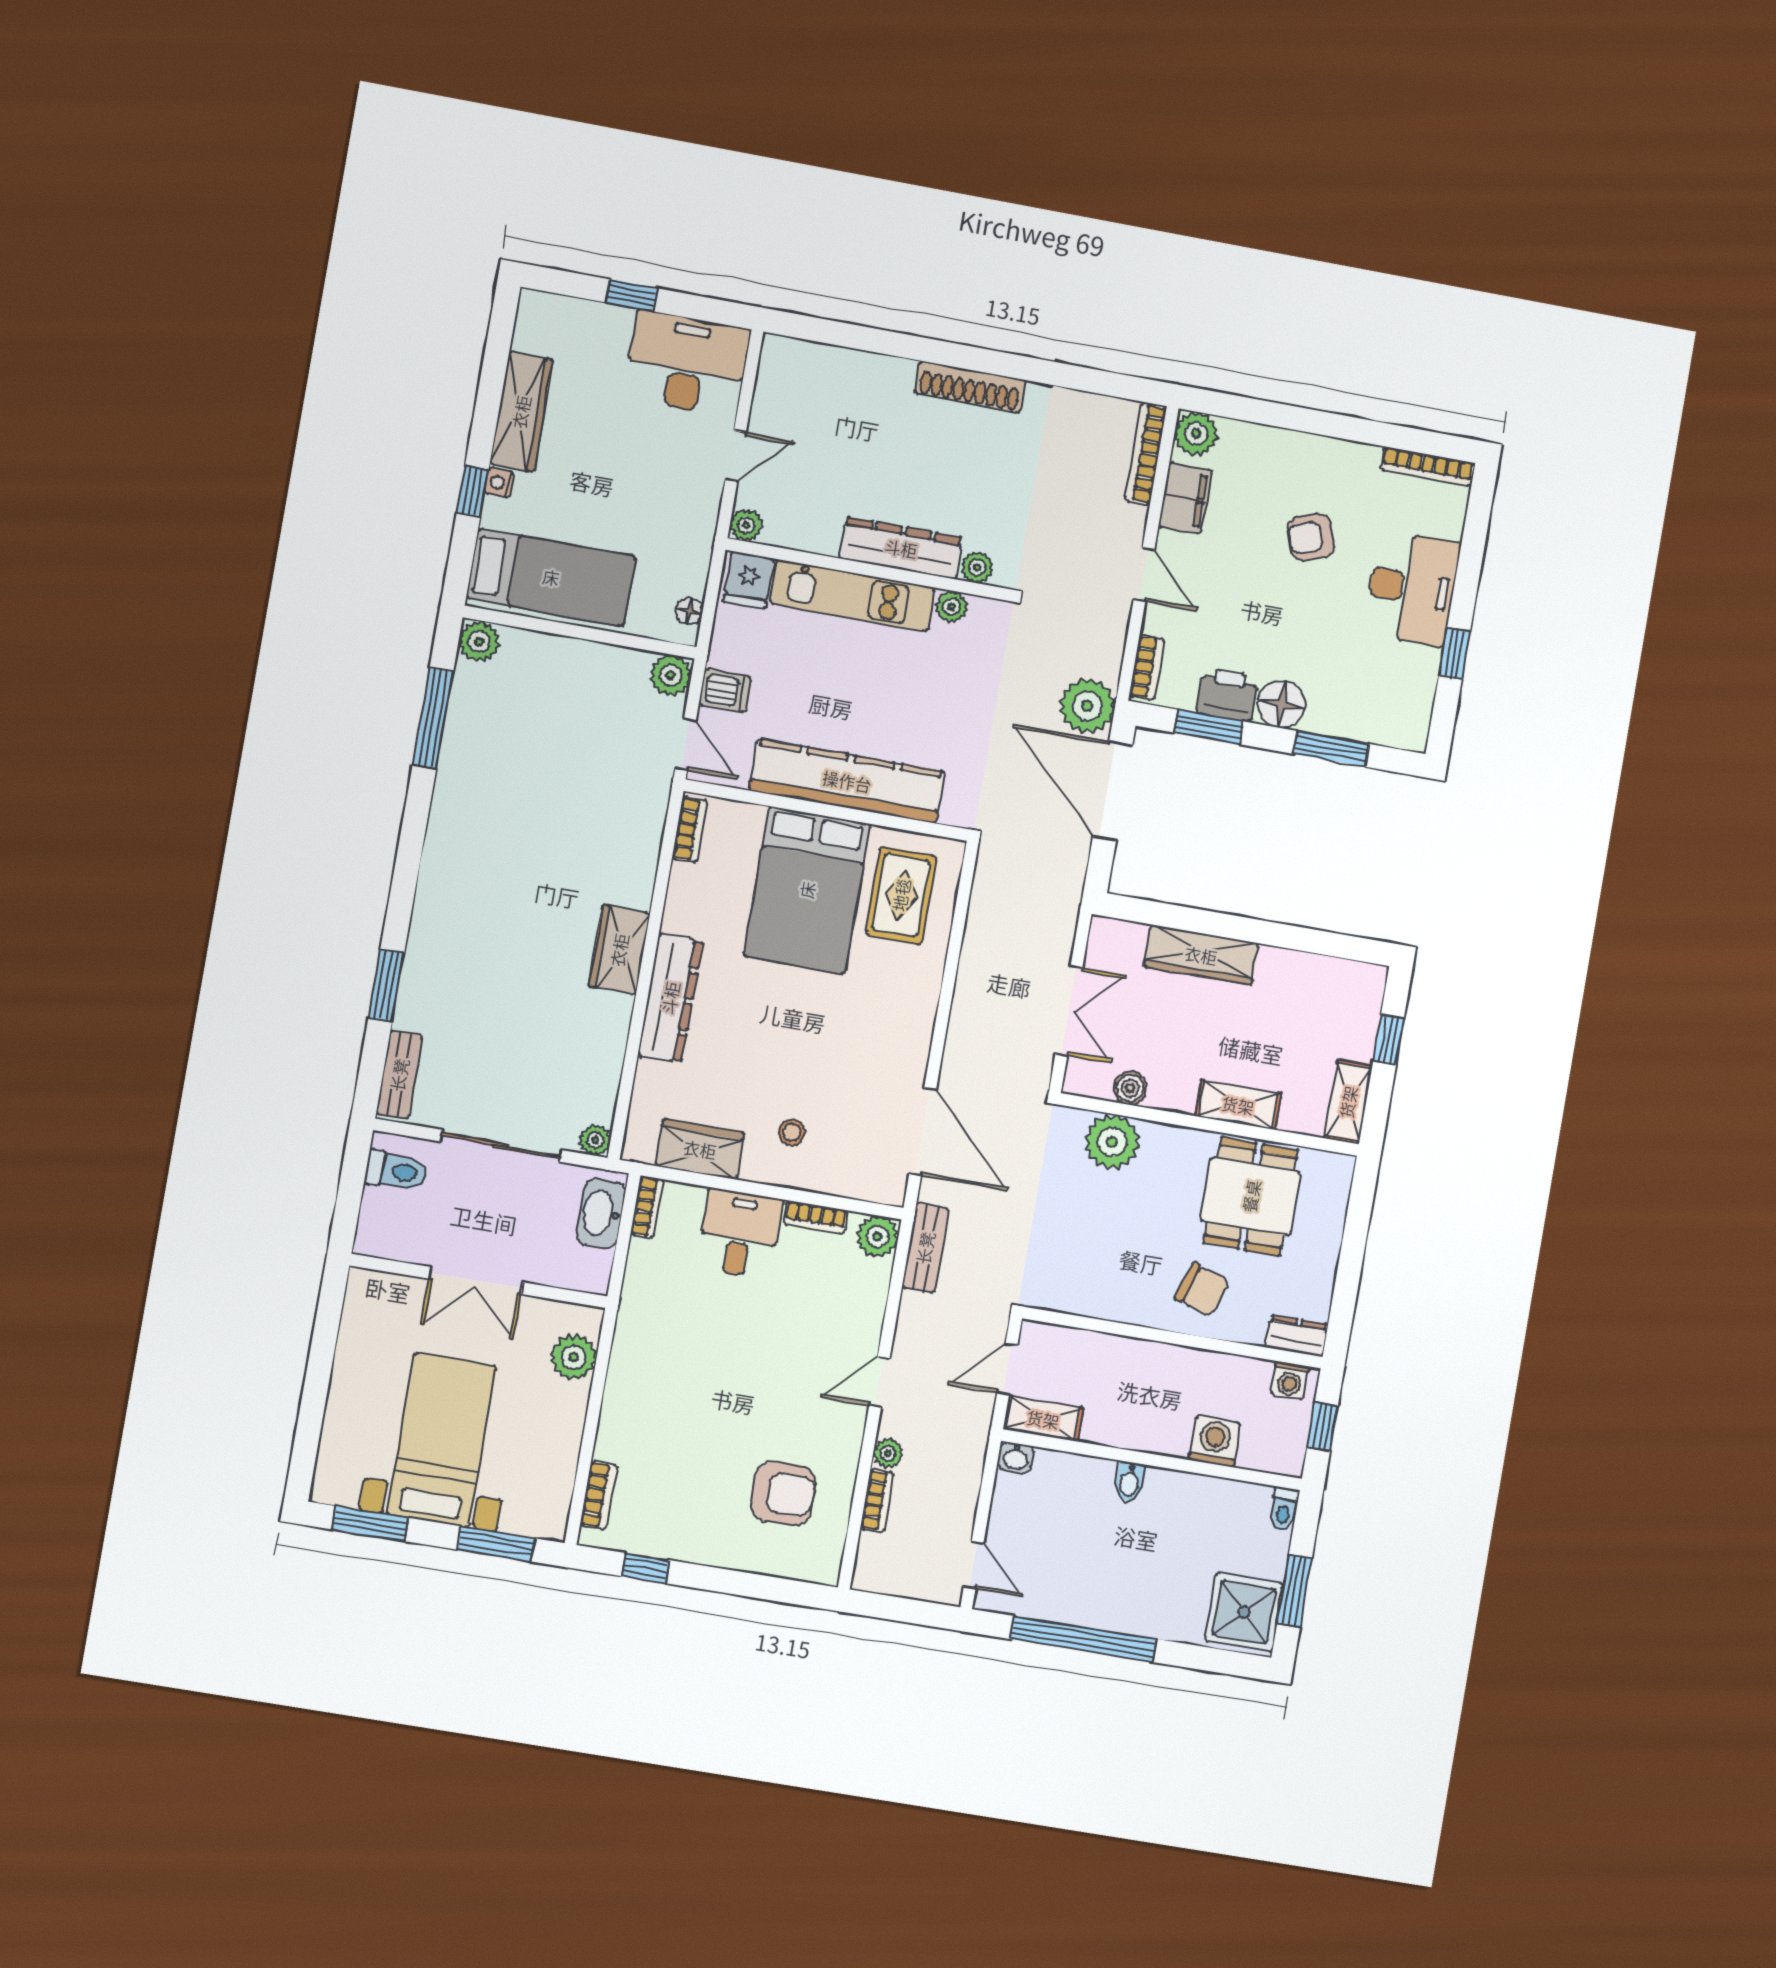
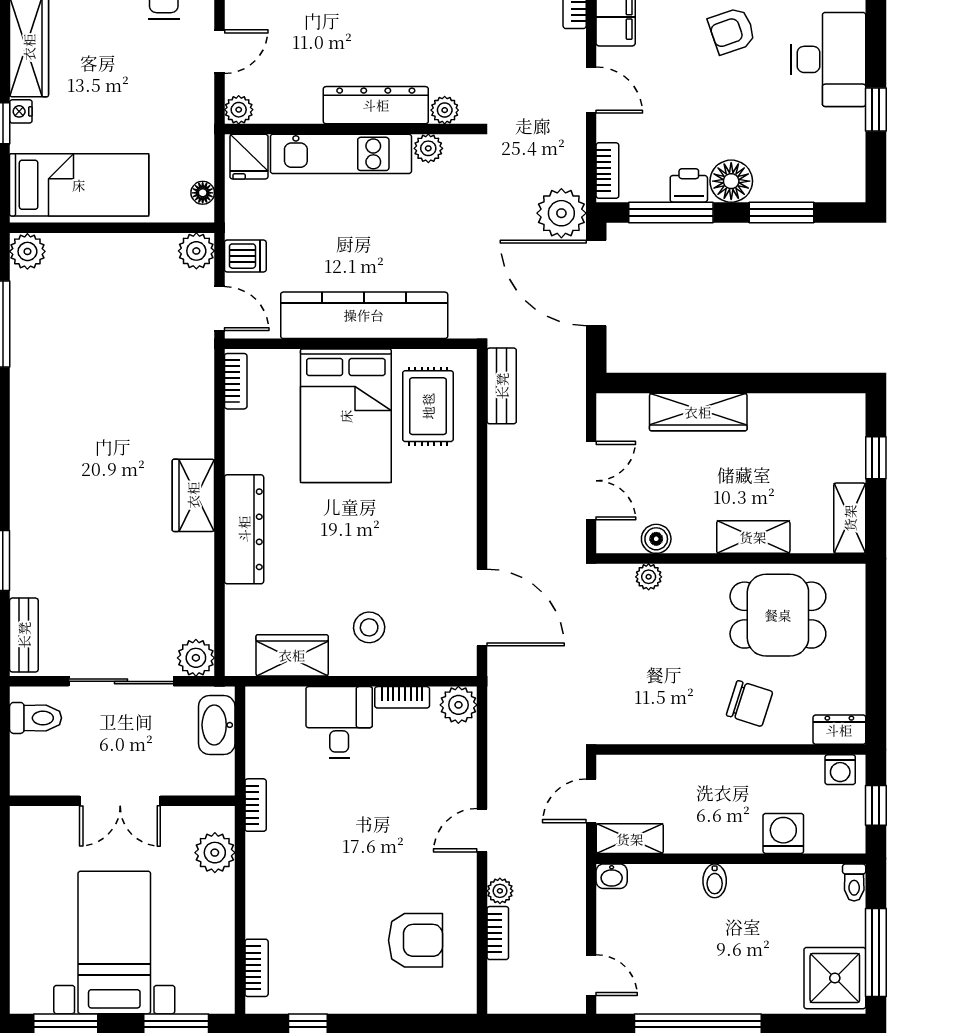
printer: (1227, 695) -> (689, 185), width x0.73, depth x0.81
window: (1209, 727) -> (671, 212), width x1.44
stool: (792, 1132) -> (369, 627), width x1.37, depth x1.37
plant: (595, 1140) -> (196, 658), width x1.38, depth x1.38
plant: (1112, 1142) -> (649, 577), width x0.53, depth x0.53
dining table: (1251, 1196) -> (778, 615), turned 90
bookcase: (647, 1207) -> (256, 805), moved
bench: (925, 1248) -> (502, 386), moved
window: (1294, 1591) -> (876, 952), width x1.44

